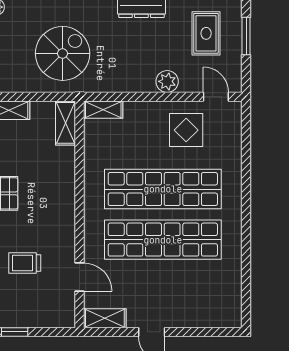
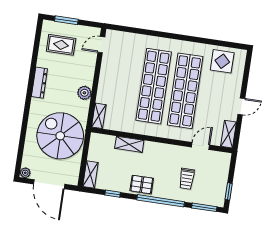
spiral stairs: (63, 53) -> (60, 136), width x1.37, depth x1.37
plant: (167, 81) -> (84, 93), moved
shelving: (65, 123) -> (129, 144), moved
display table: (186, 130) -> (222, 61), moved

